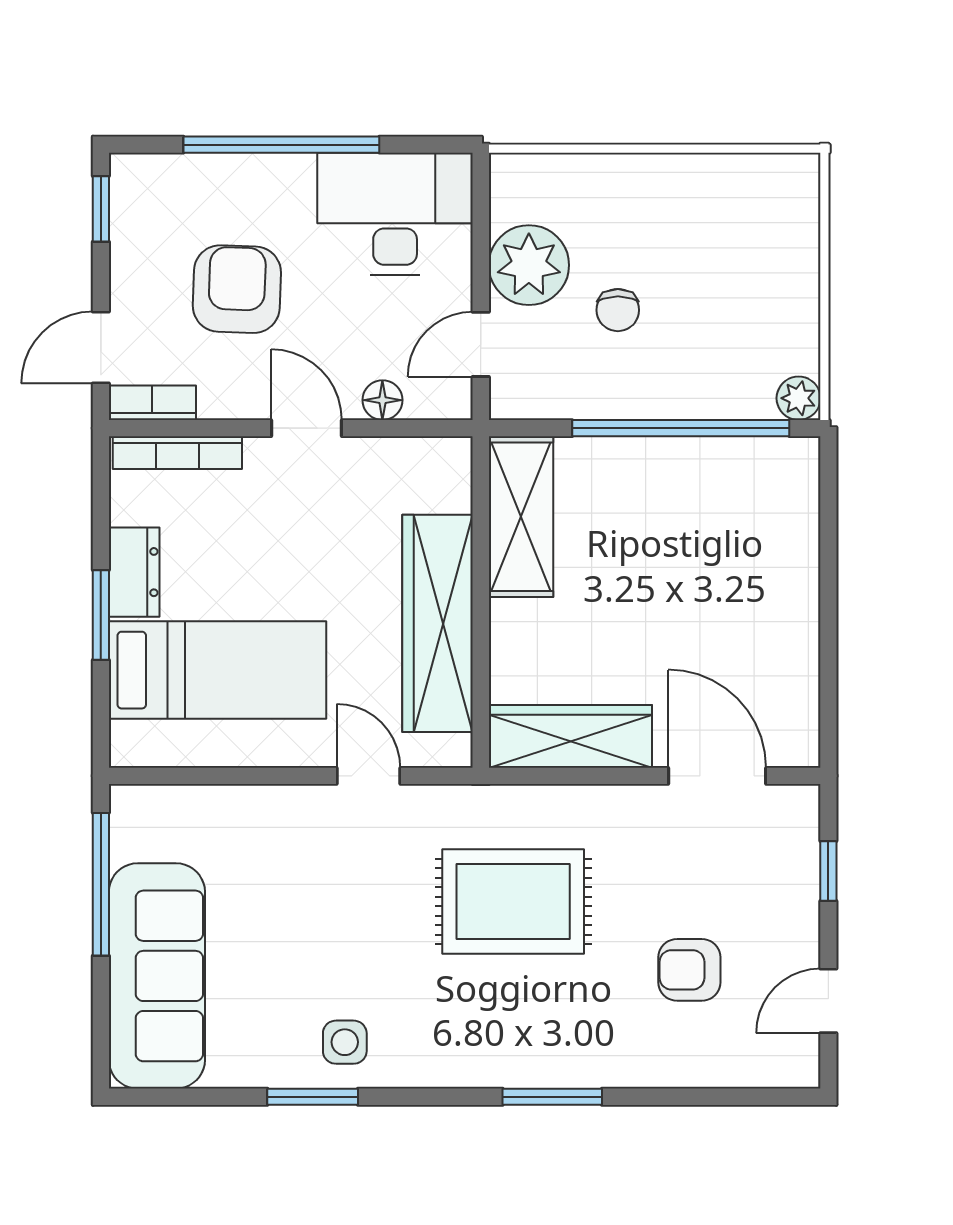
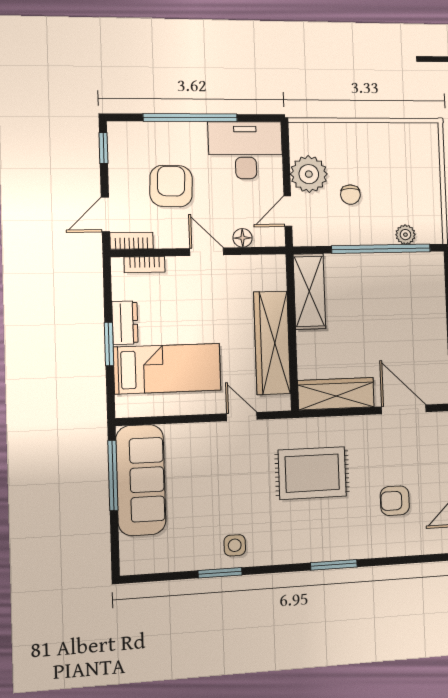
plant: (799, 398) -> (405, 235), moved
bookcase: (177, 453) -> (144, 265), width x0.64
sofa: (157, 976) -> (141, 480), moved

